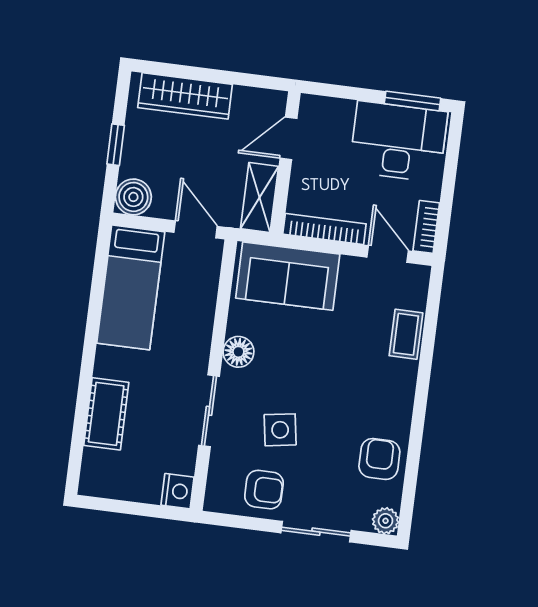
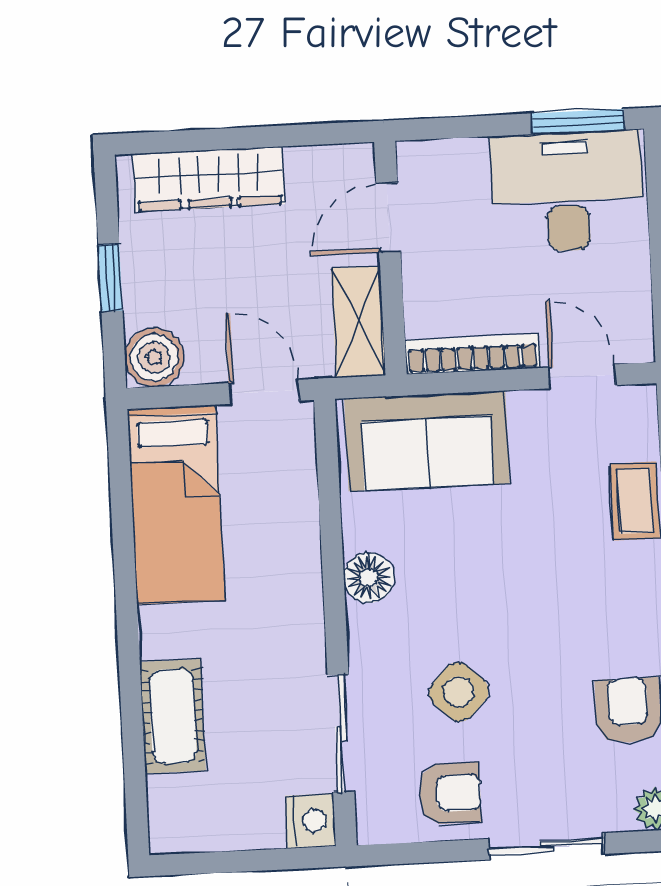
bookcase: (426, 227) -> (637, 321), removed
sliding door: (209, 411) -> (341, 733), moved
side table: (280, 430) -> (459, 692), turned -37

